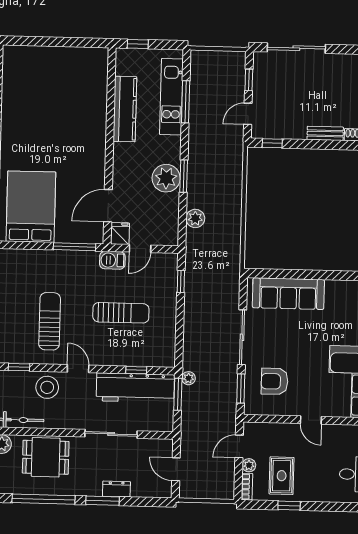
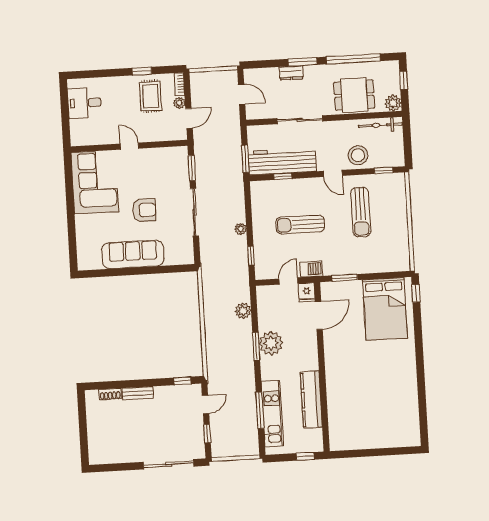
window: (75, 247) -> (345, 278), width x0.69
sofa: (288, 294) -> (133, 254), moved
plant: (188, 378) -> (241, 229), moved
armchair: (274, 381) -> (144, 210), moved

